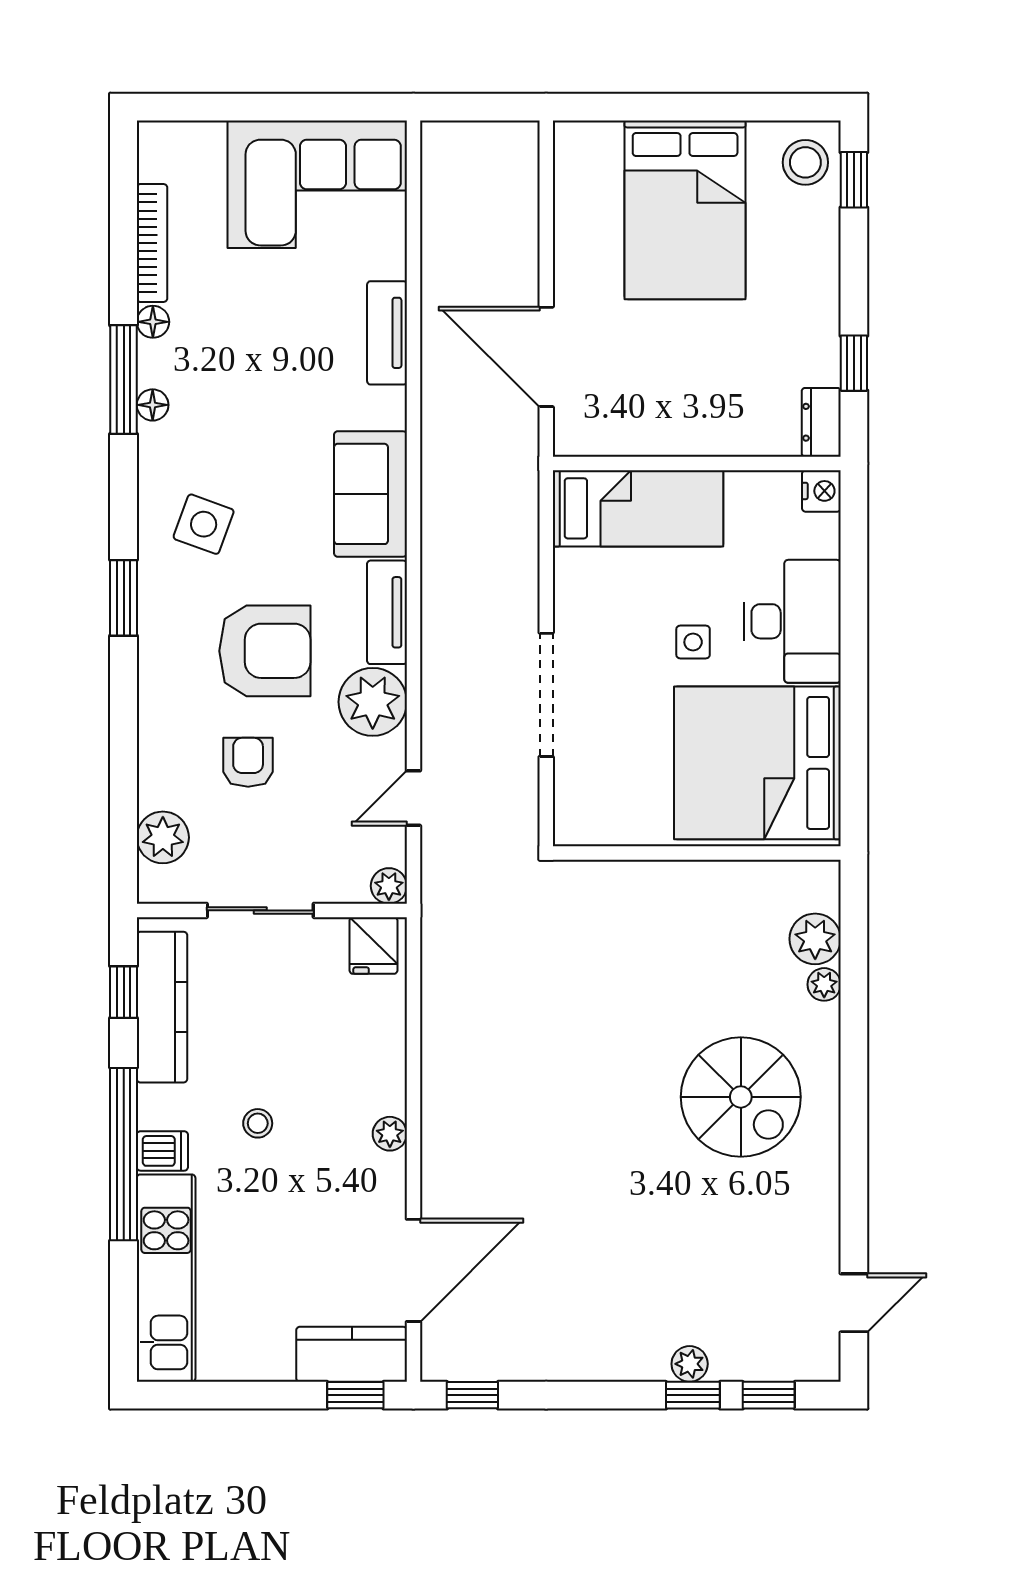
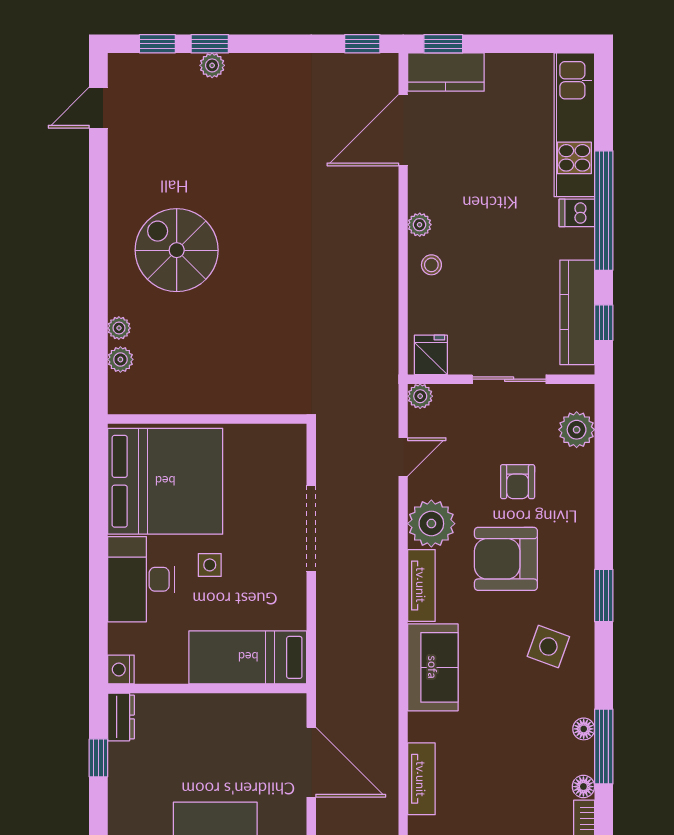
plant: (815, 939) -> (120, 359), width x0.73, depth x0.73
stool: (258, 1123) -> (431, 265), moved

